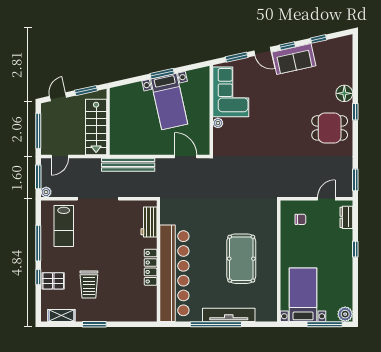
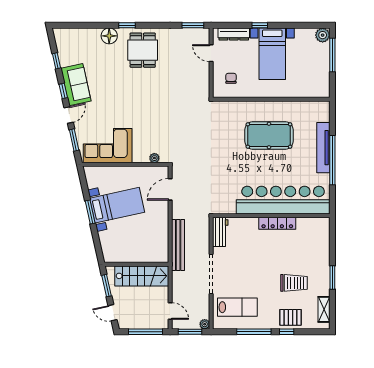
plant: (218, 123) -> (154, 158), moved
dresser: (346, 217) -> (234, 34), width x1.44
workbench: (149, 222) -> (220, 232), moved, turned -90
pallet: (53, 281) -> (291, 317), turned 90
bed with nightstands: (303, 295) -> (272, 54), moved, turned -90

